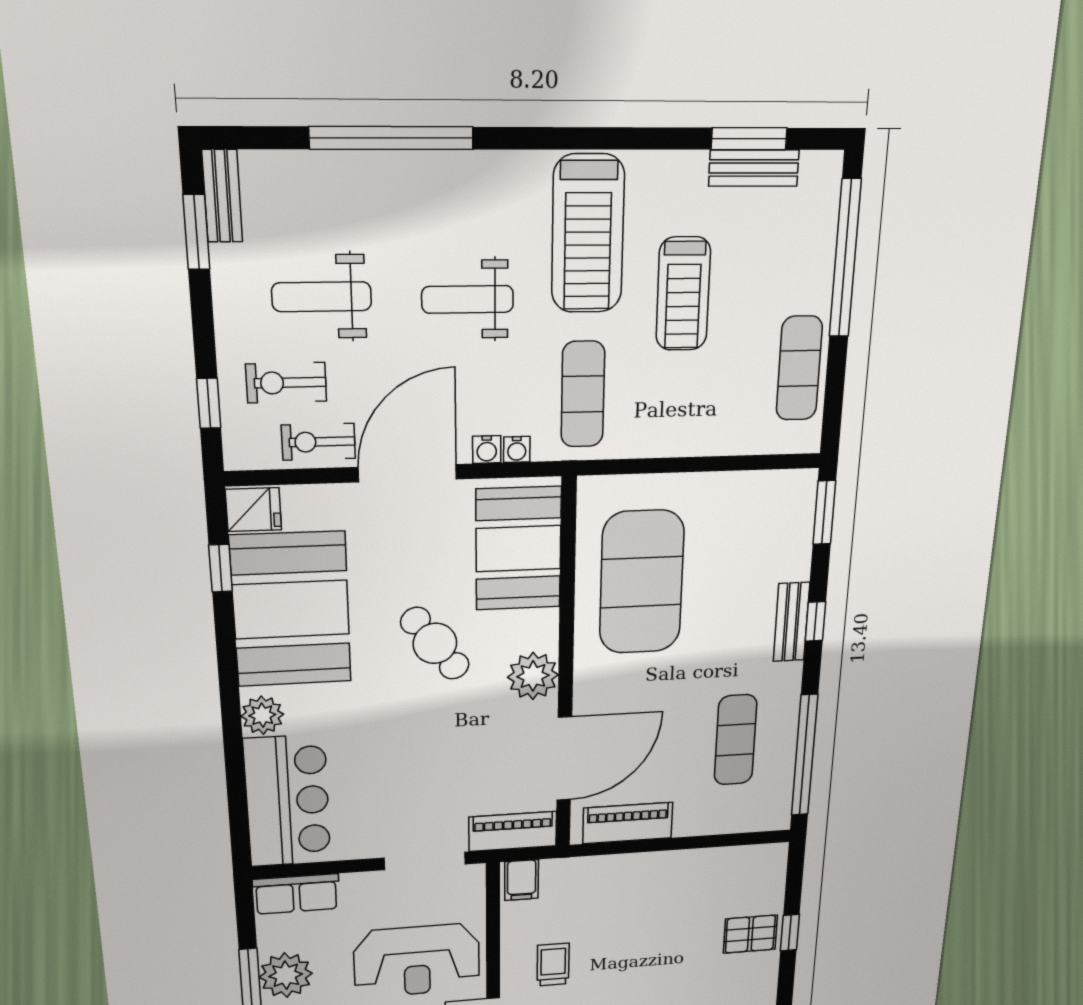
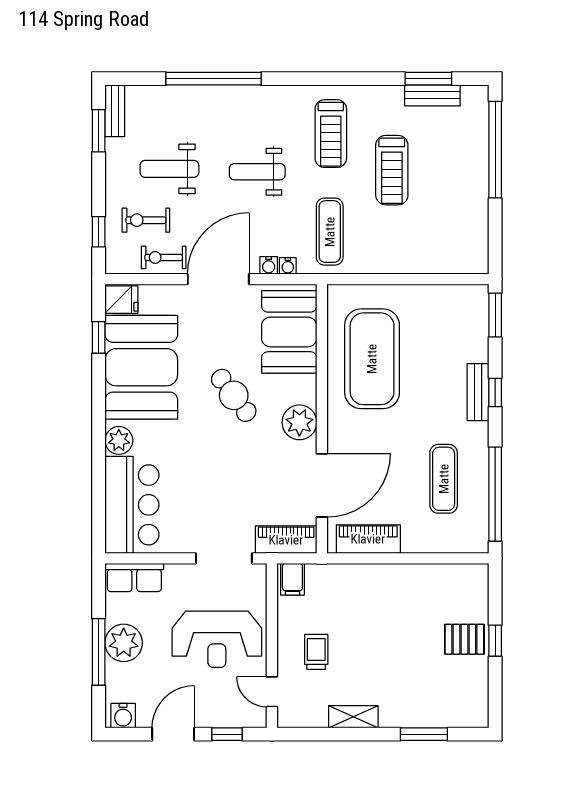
treadmill: (588, 234) -> (331, 134), width x0.73, depth x0.73
exercise mat: (799, 368) -> (470, 218), removed

